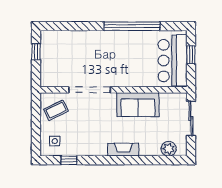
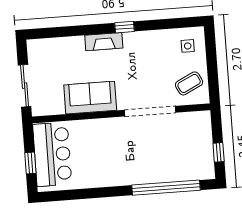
window: (132, 26) -> (166, 188), moved
plant: (169, 149) -> (49, 47), removed
window: (69, 160) -> (124, 27), moved

